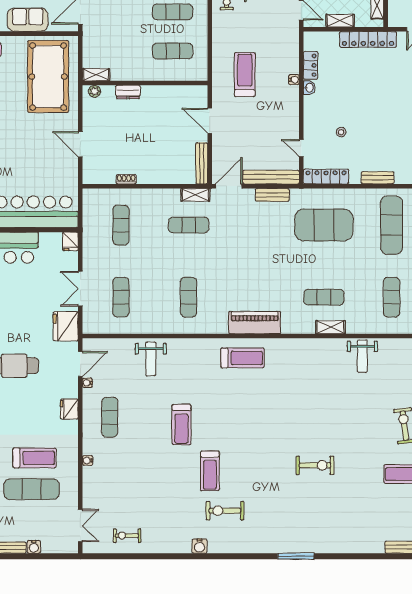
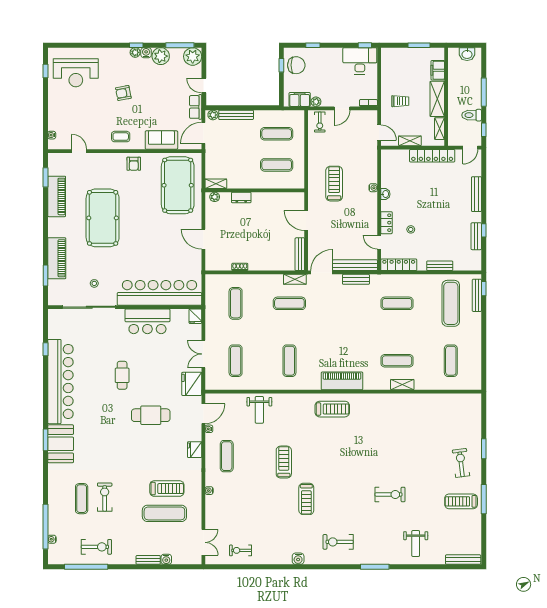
locker: (311, 65) -> (386, 223), moved
exercise mat: (324, 225) -> (397, 303), width x0.50, depth x0.69
weight bench: (362, 356) -> (416, 544), moved
treadmill: (181, 425) -> (284, 462), turned 180
exercise bike: (225, 511) -> (338, 542), moved

